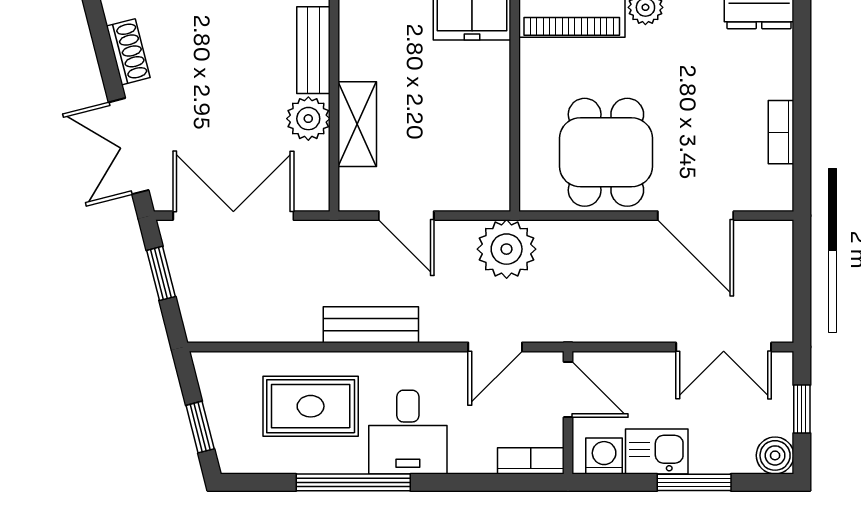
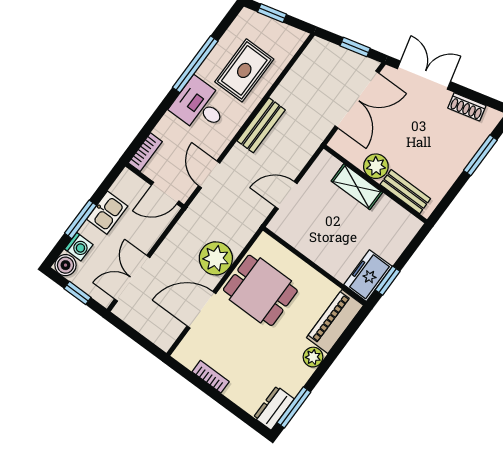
door: (406, 216) -> (286, 195), moved
plant: (507, 249) -> (216, 258), moved
washing machine: (604, 456) -> (79, 247), moved

